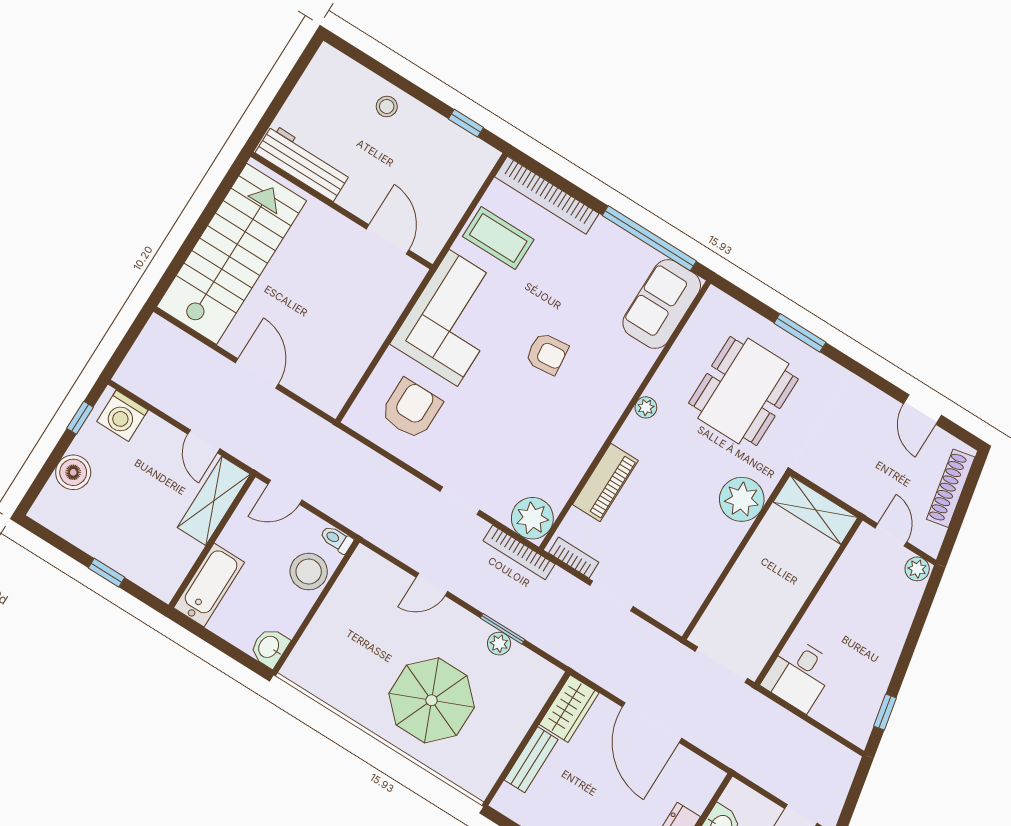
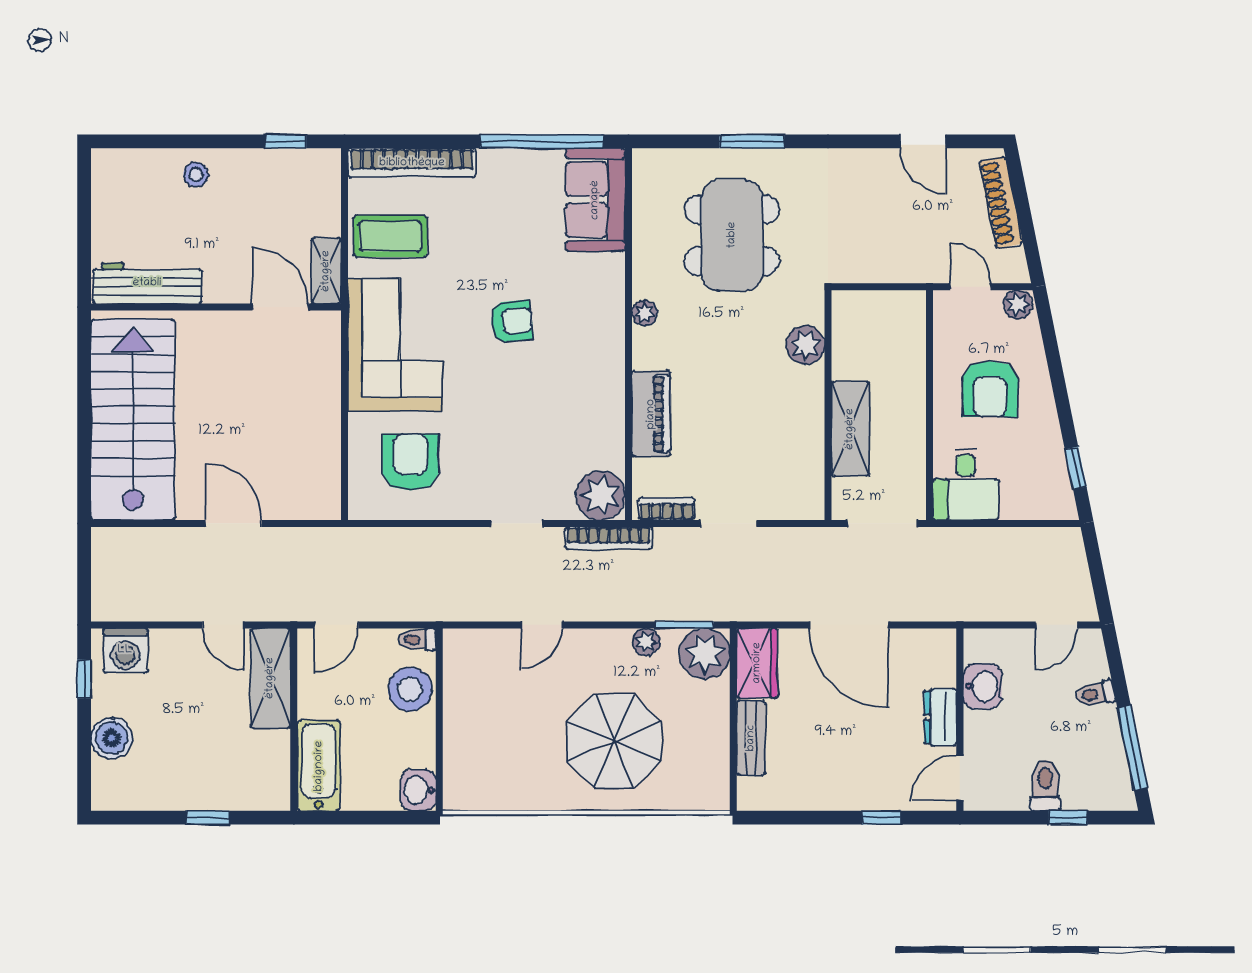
shelving: (437, 234) -> (326, 271), added
plant: (742, 499) -> (805, 345), width x0.73, depth x0.73
shelving: (815, 510) -> (850, 429), moved, turned 90
armchair: (859, 617) -> (990, 389), added
window: (503, 629) -> (684, 625), moved
plant: (536, 678) -> (705, 654), added

